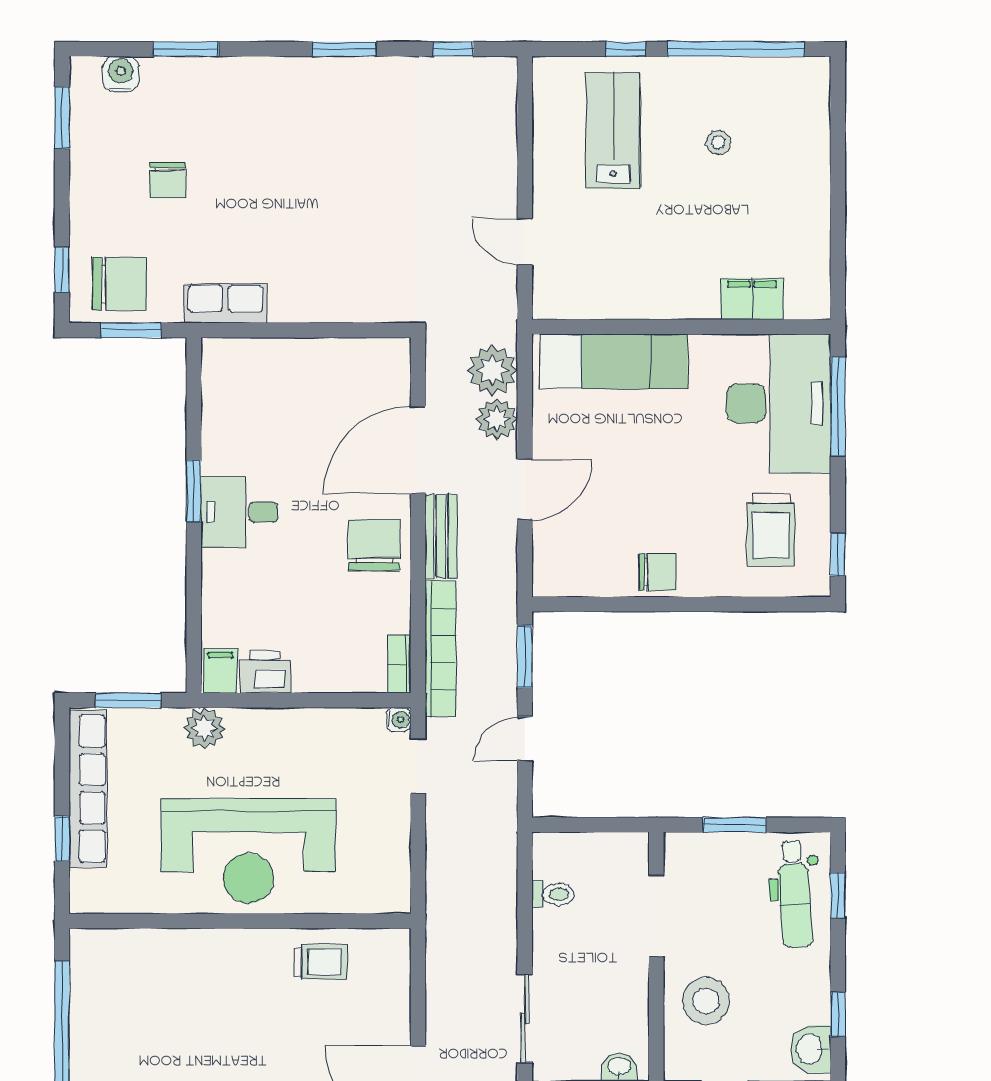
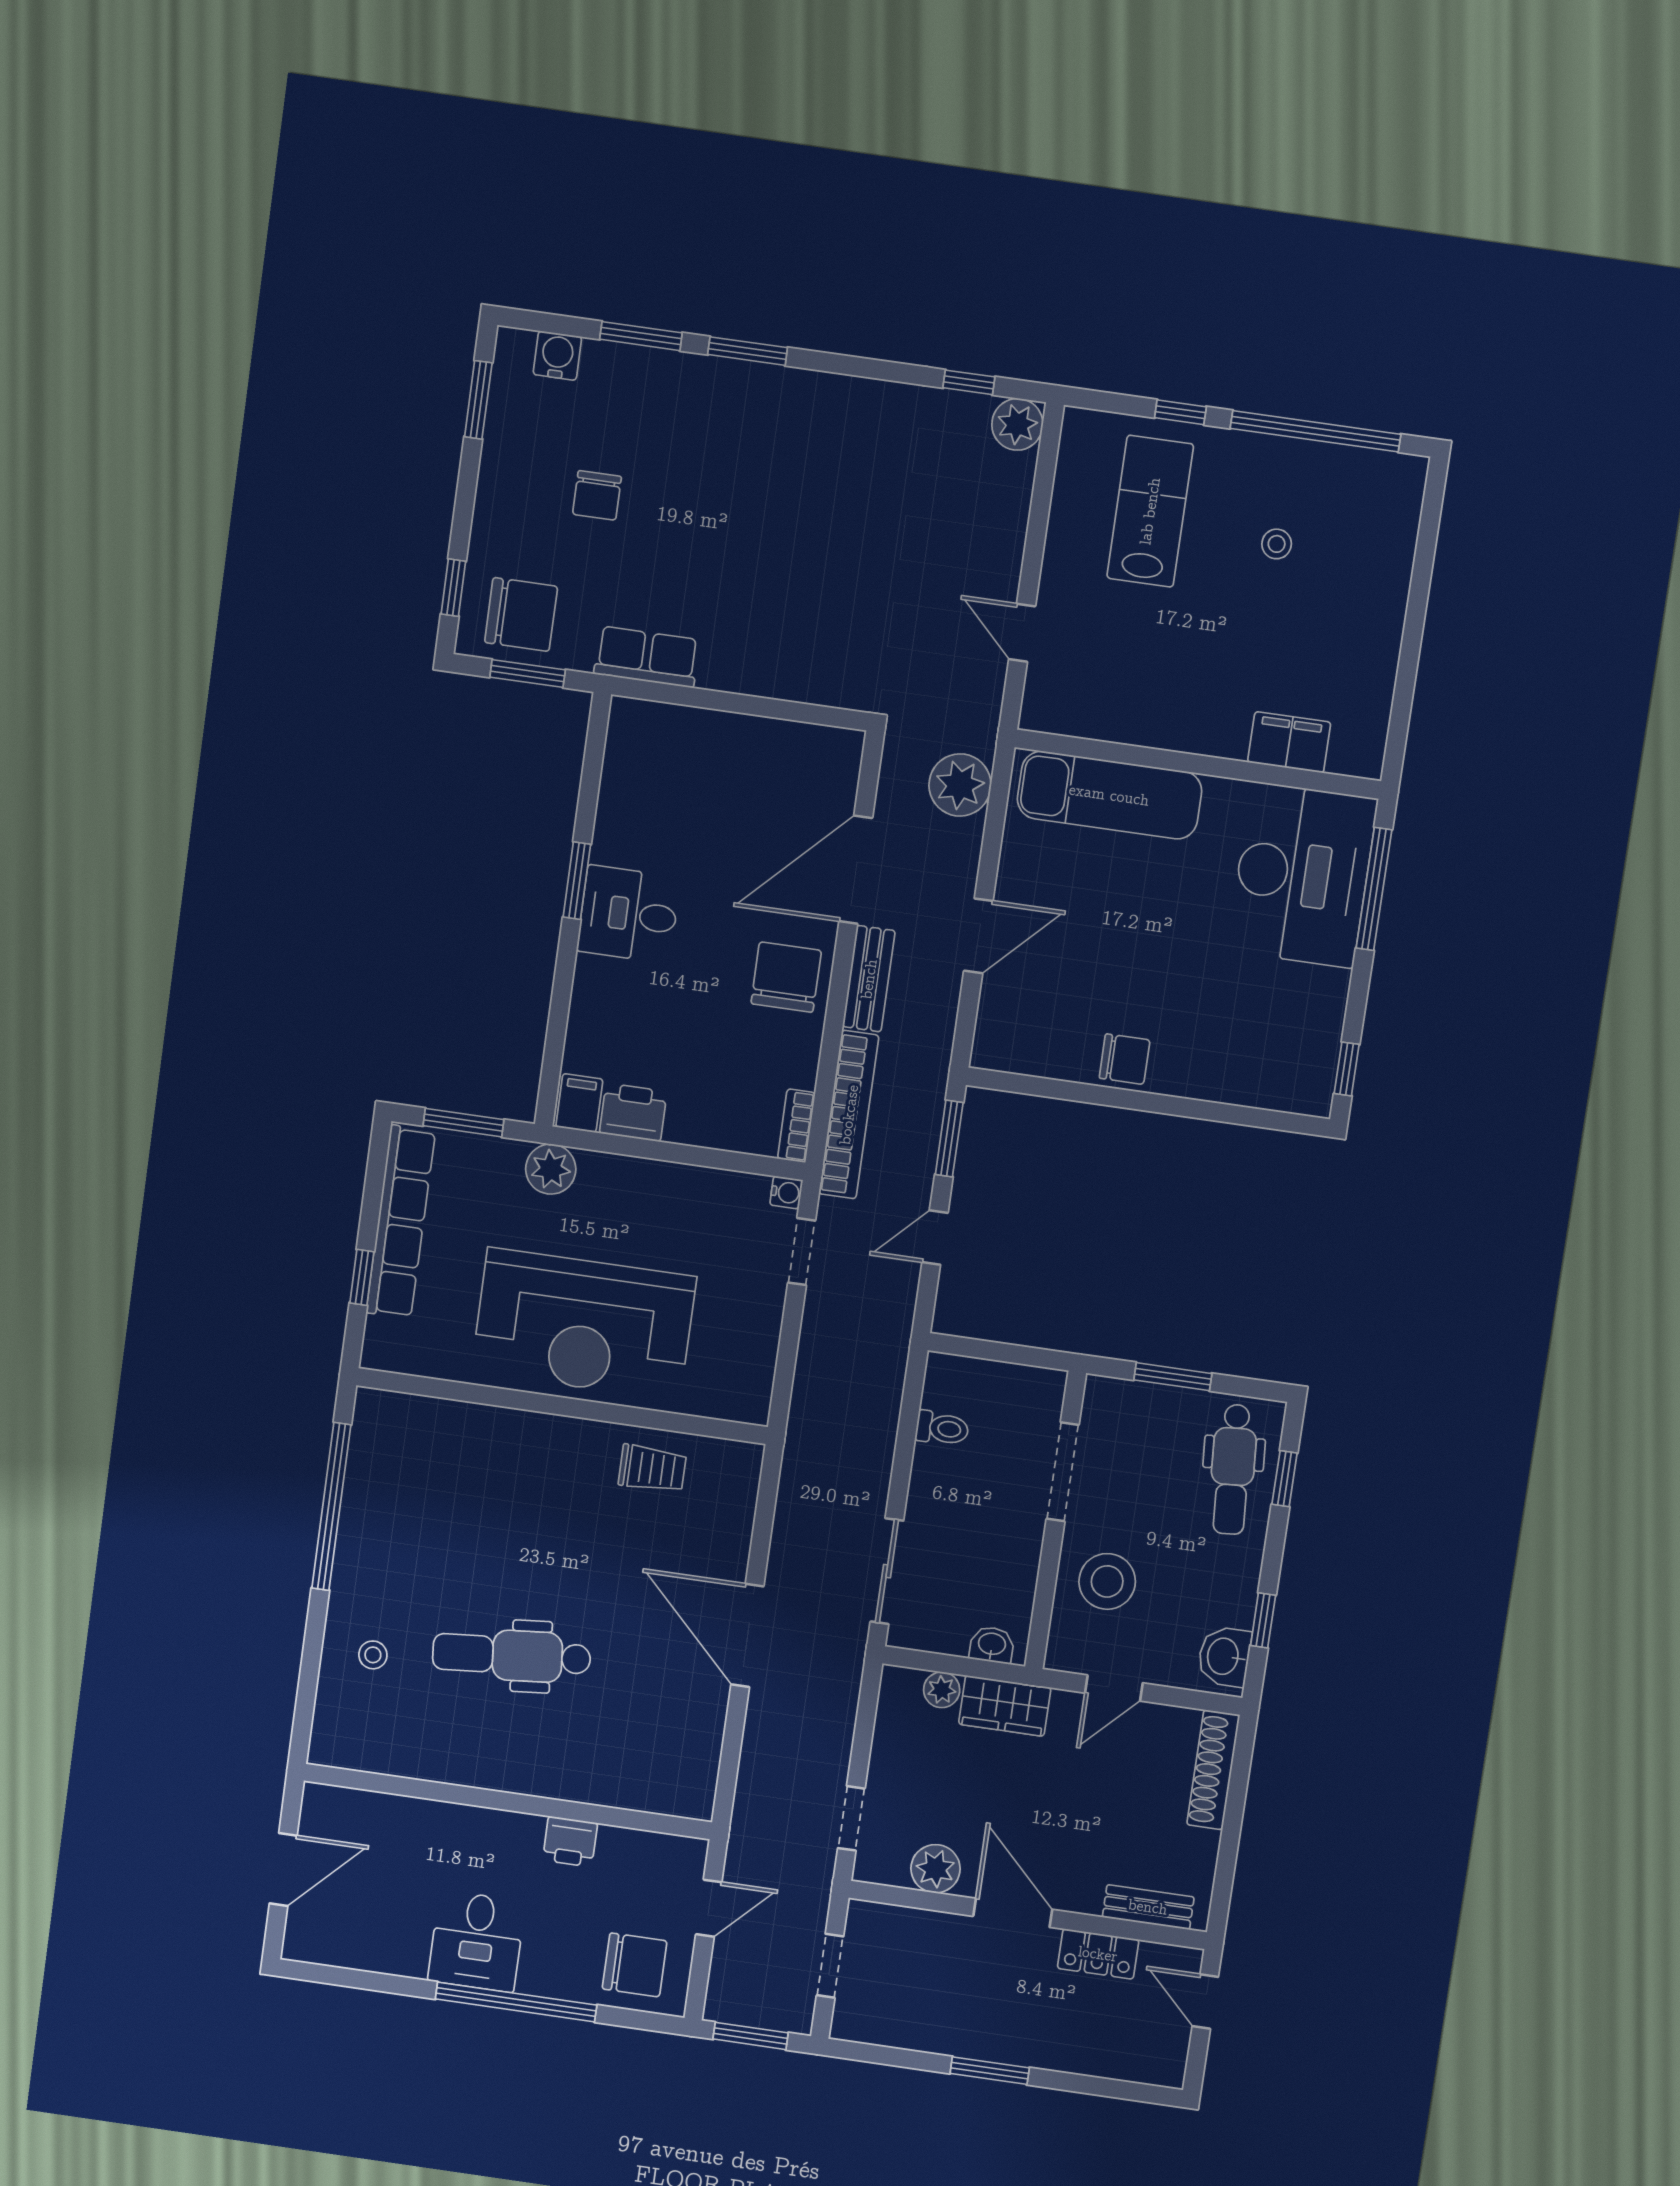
window: (344, 49) -> (748, 351), moved
plant: (497, 419) -> (1017, 424), moved
trolley: (771, 530) -> (1270, 1027), removed

